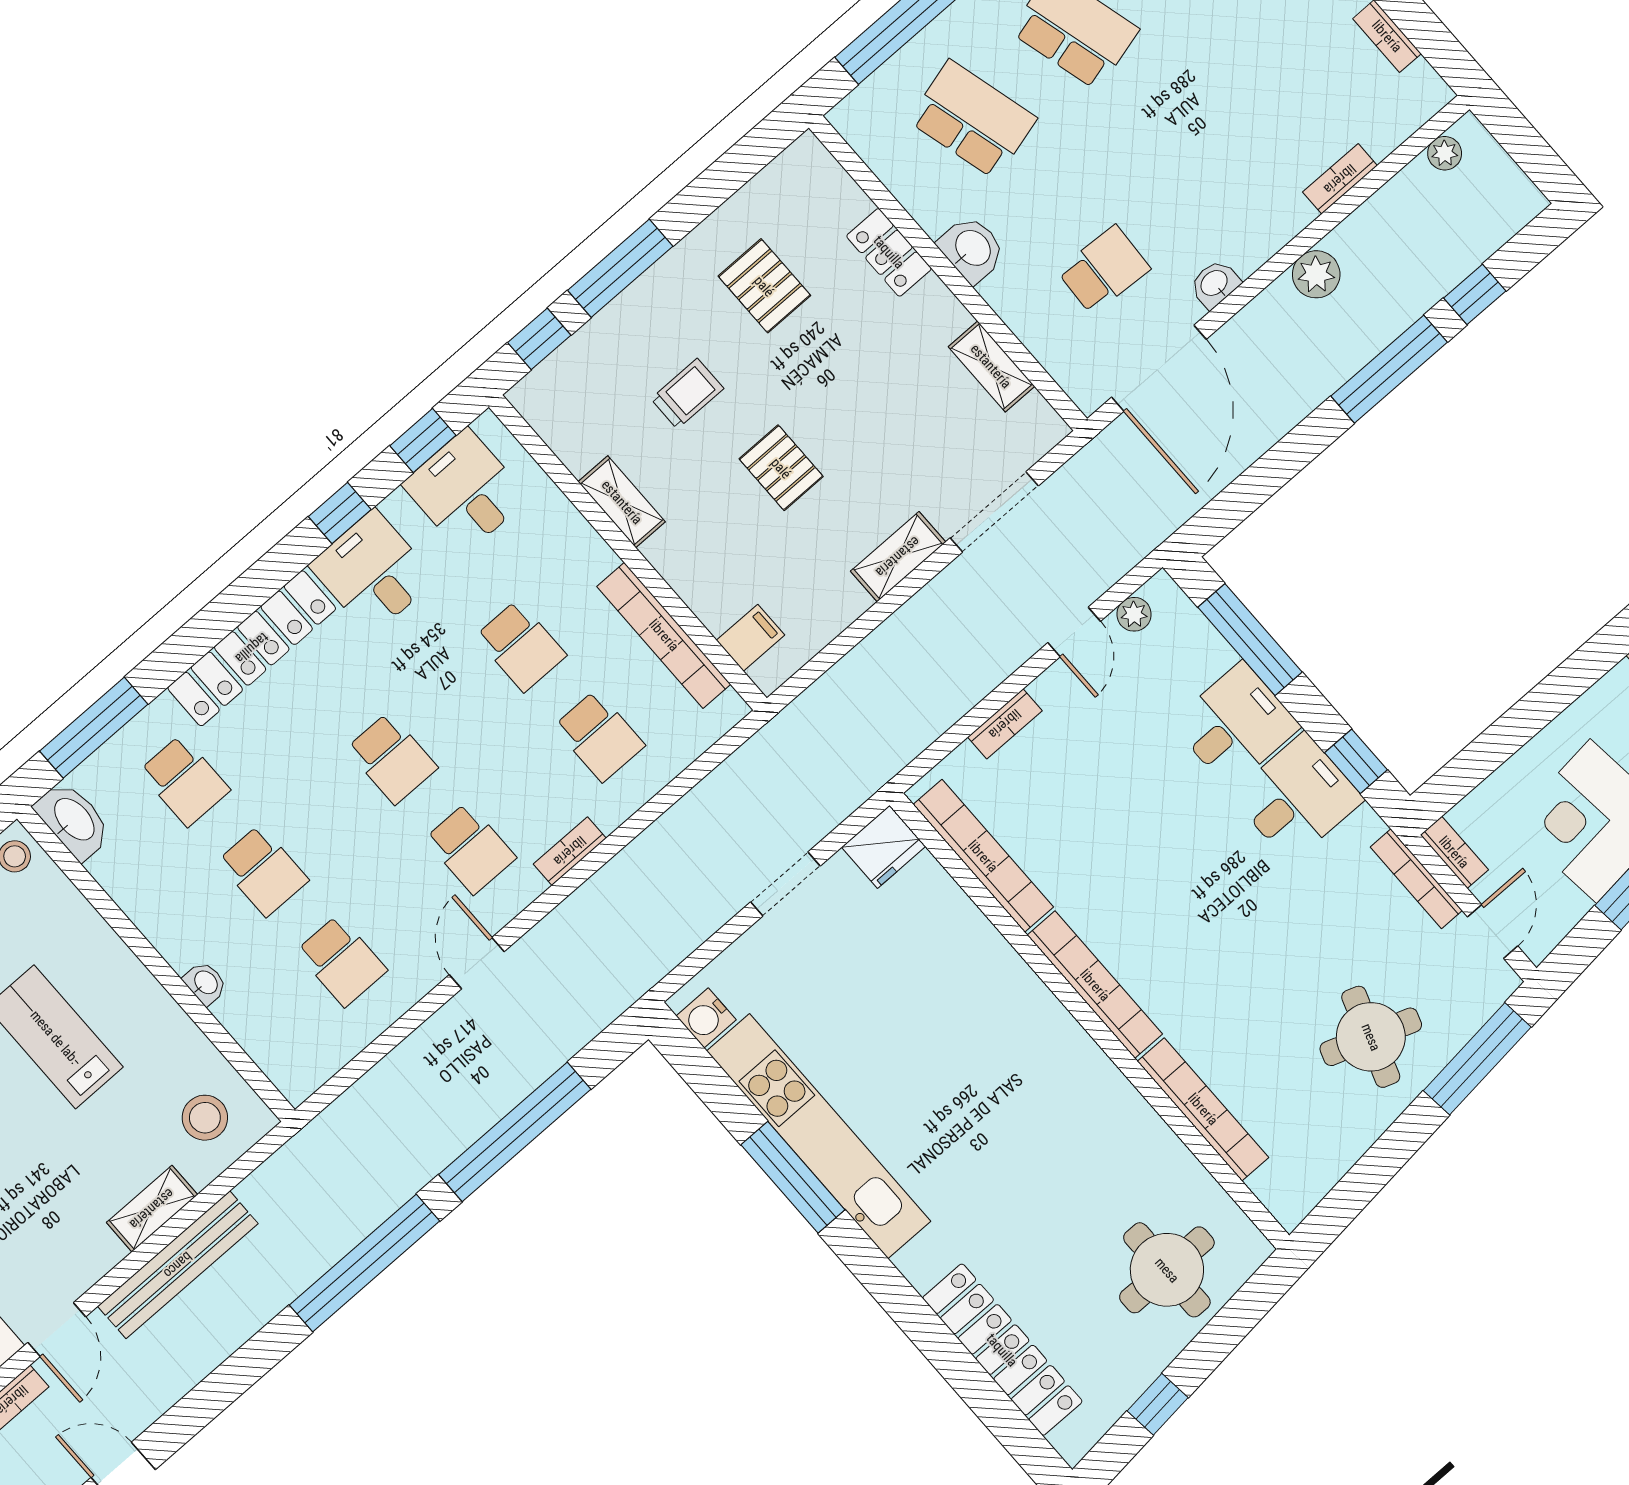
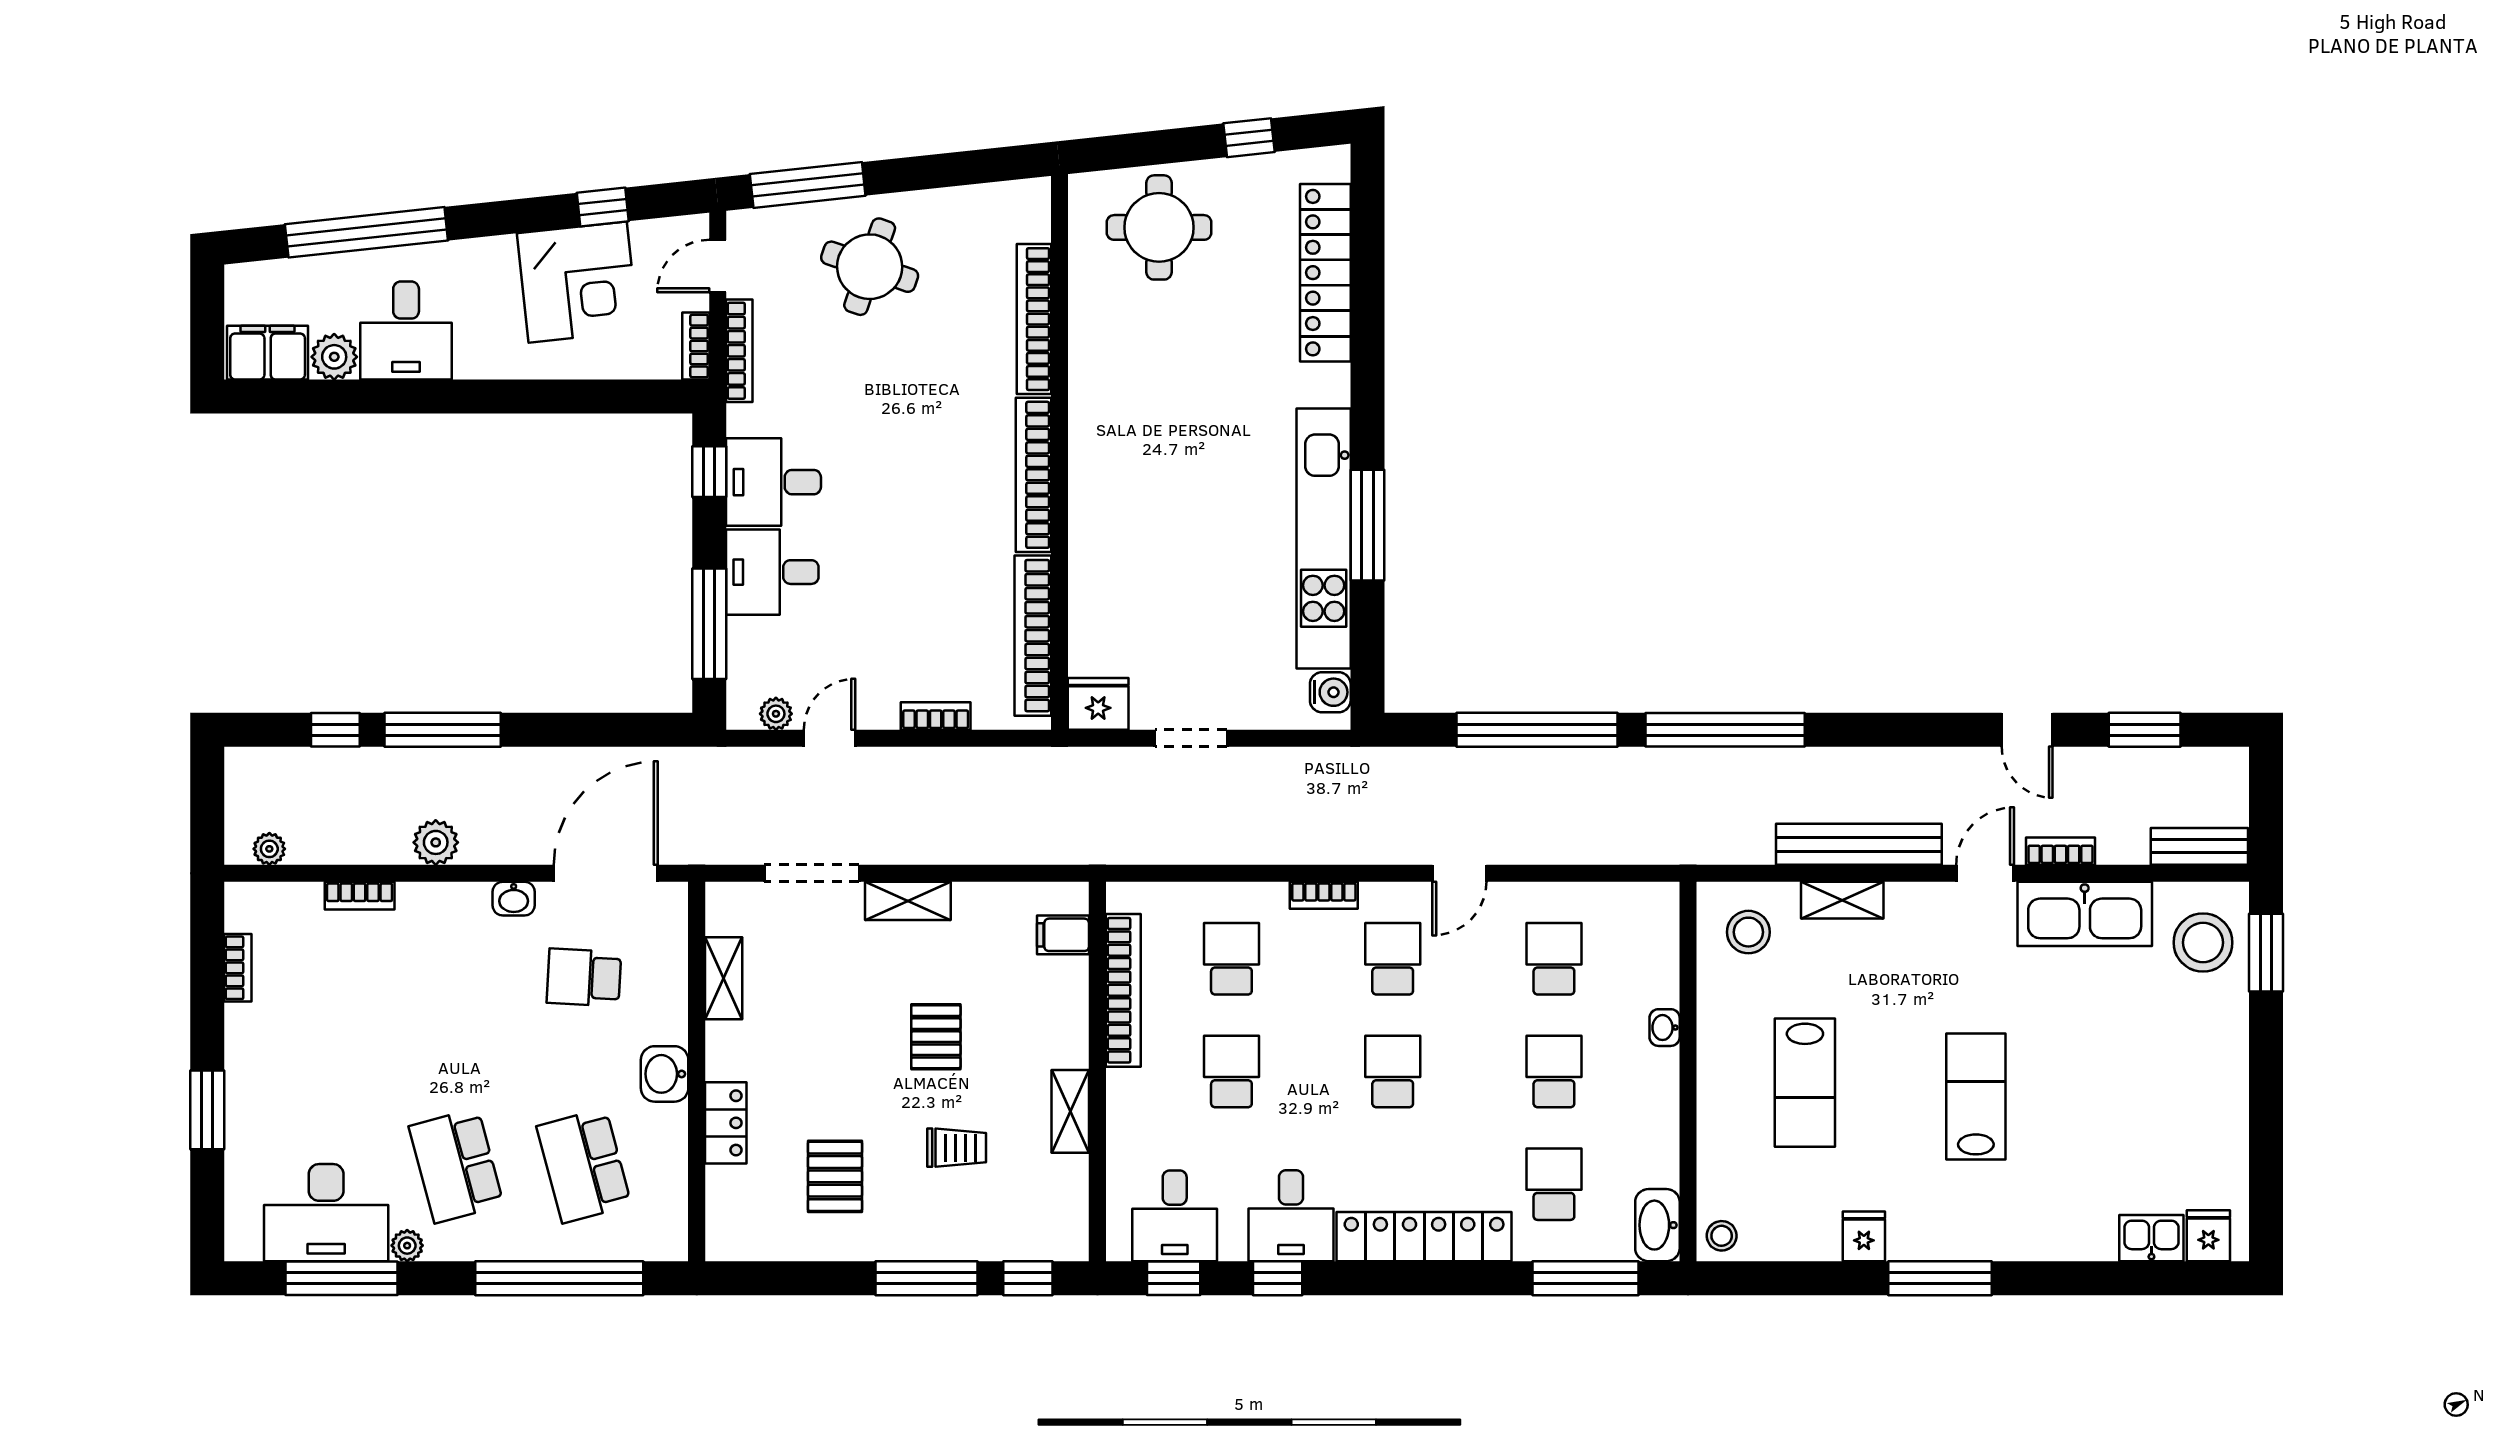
trolley: (687, 394) -> (957, 1148), turned 180

